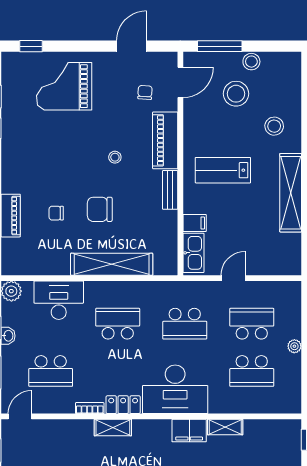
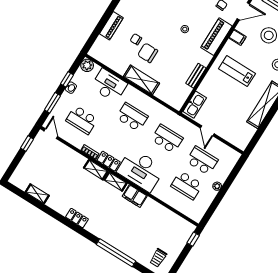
bench: (170, 190) -> (196, 76), moved
chair: (100, 209) -> (148, 53), moved
filing cabinet: (195, 223) -> (237, 37), moved
shelving: (112, 264) -> (141, 80), width x0.68
door: (233, 278) -> (207, 131), swing flipped
school desk: (185, 324) -> (167, 139), turned 180
door: (20, 416) -> (51, 134), hinge flipped
shelving: (225, 427) -> (115, 182), moved

